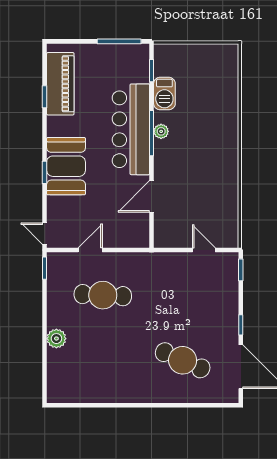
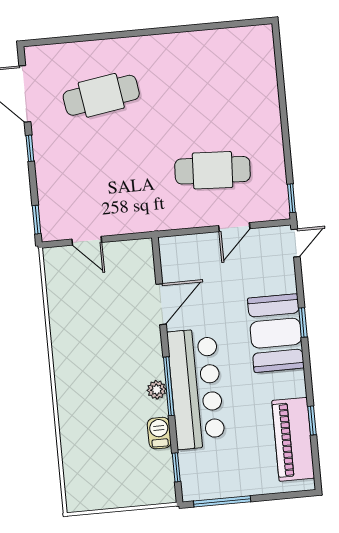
barbecue: (164, 94) -> (159, 433), width x0.73, depth x0.79
door: (45, 234) -> (296, 243), hinge flipped
plant: (56, 339) -> (267, 108), removed
cafe table: (183, 360) -> (101, 95), turned -33

